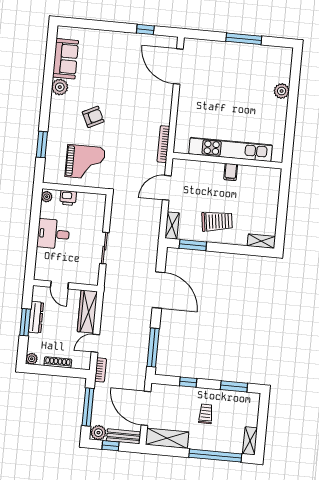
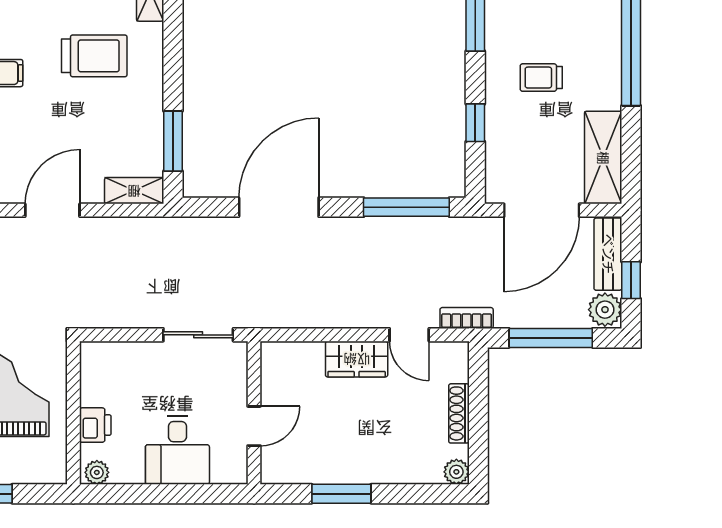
door: (167, 188) -> (52, 210), swing flipped
trolley: (217, 221) -> (94, 56), moved, turned 98
door: (59, 285) -> (254, 426), moved
wall: (65, 285) -> (254, 413), moved
wardrobe: (87, 312) -> (357, 359), width x0.67
dresser: (36, 317) -> (364, 471), removed
window: (25, 322) -> (341, 494), moved

